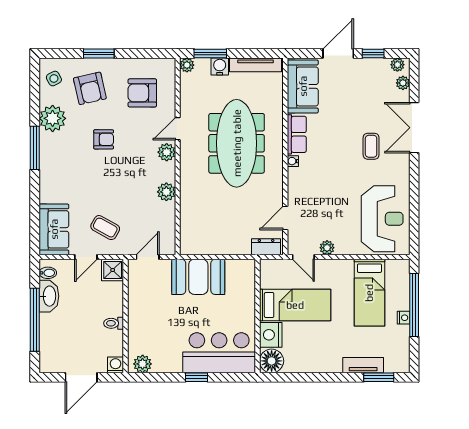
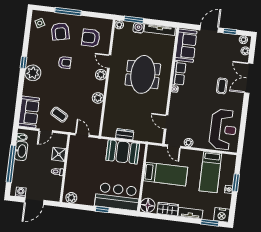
window: (99, 53) -> (68, 12), width x1.44
plant: (53, 118) -> (33, 73), moved
door: (178, 129) -> (109, 62), hinge flipped
meeting table: (237, 143) -> (143, 74), width x0.73
window: (35, 148) -> (23, 63), width x0.46
door: (285, 218) -> (166, 122), hinge flipped
dresser: (266, 247) -> (125, 134), moved
door: (148, 257) -> (82, 135), hinge flipped
shower: (113, 270) -> (59, 154), moved
booth: (198, 277) -> (123, 152), moved
window: (414, 305) -> (236, 183), width x0.47
nightstand: (271, 335) -> (222, 215), moved, turned -90
wardrobe: (306, 363) -> (168, 209), added
washing machine: (115, 365) -> (21, 192), moved
tv unit: (363, 365) -> (190, 213), moved

